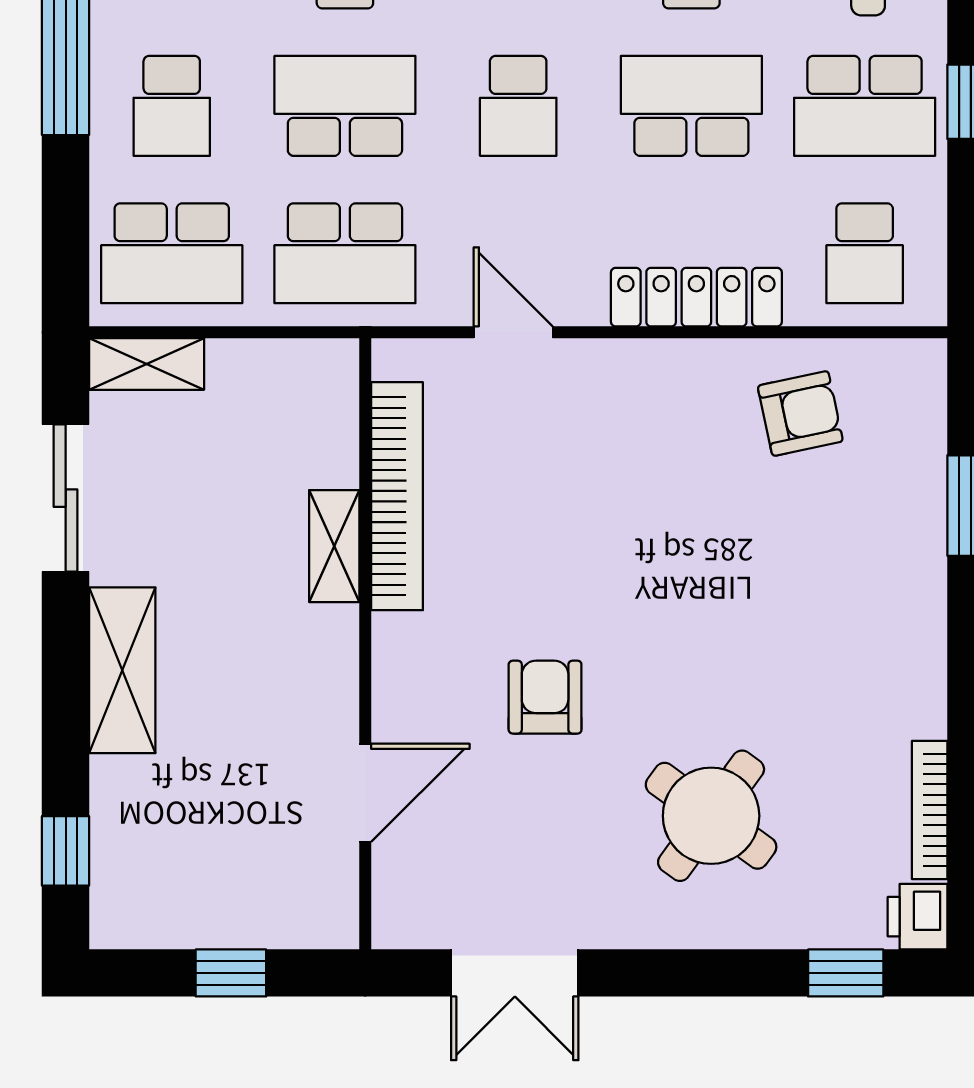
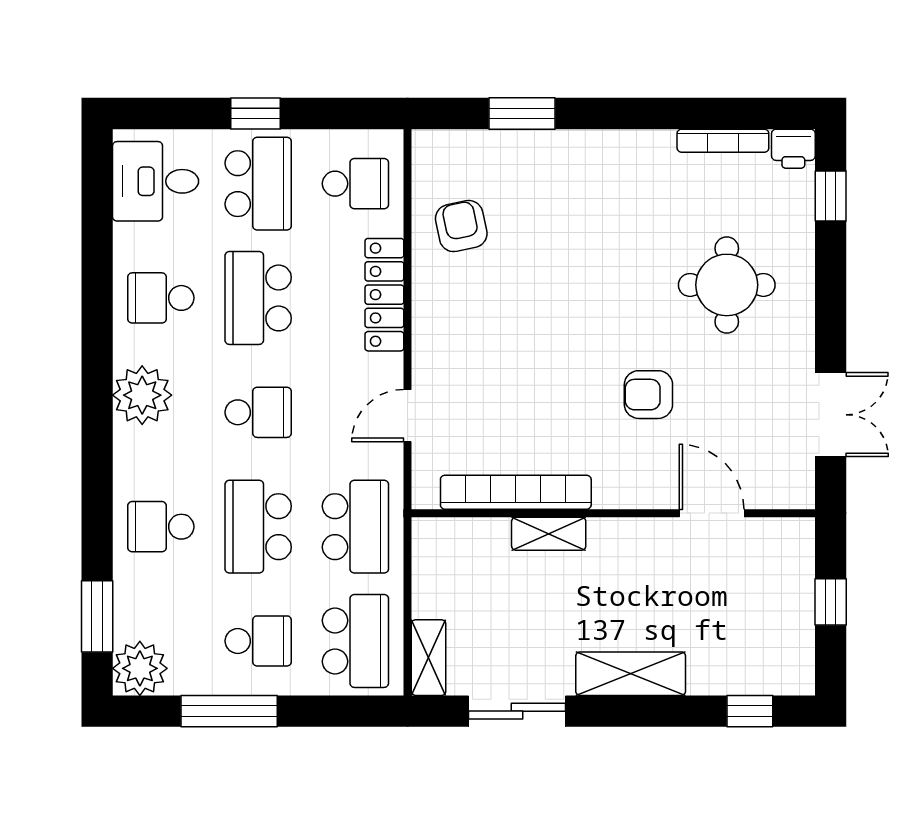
round table: (711, 816) -> (727, 285), turned -36

